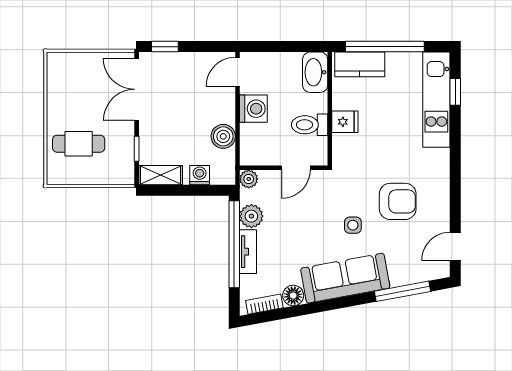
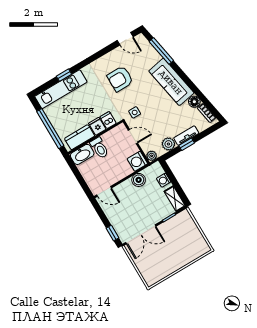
kitchen counter: (360, 64) -> (80, 137), moved, turned -90
window: (455, 92) -> (64, 75), moved
washing machine: (253, 109) -> (137, 161), moved, turned -90
toilet: (310, 125) -> (99, 148), moved
cafe table: (79, 144) -> (183, 246), removed
dishwasher: (345, 144) -> (108, 120), added
armchair: (398, 201) -> (120, 79), turned -90
side table: (353, 225) -> (135, 112), moved
window: (234, 244) -> (187, 144), width x0.32

